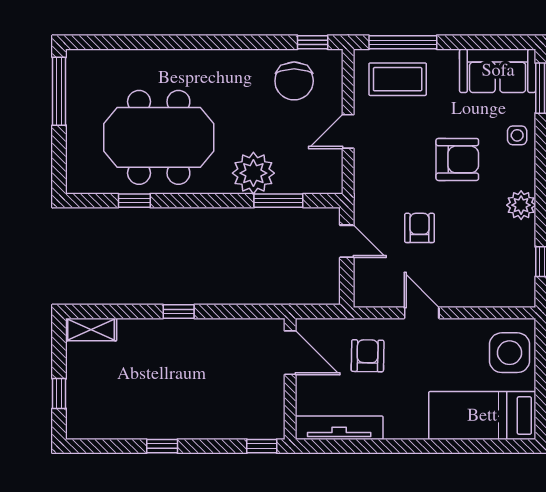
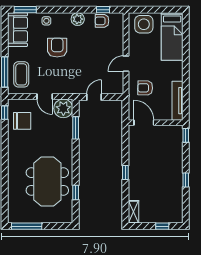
plant: (253, 173) -> (63, 108), moved
armchair: (420, 228) -> (102, 21), moved
door: (290, 353) -> (144, 123), hinge flipped

